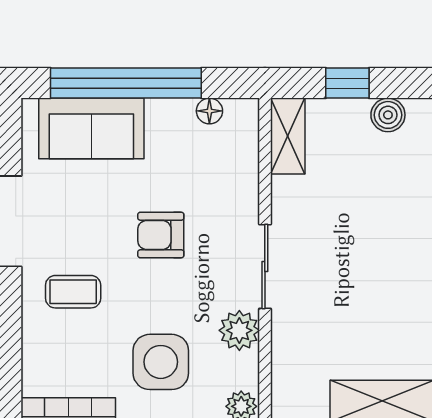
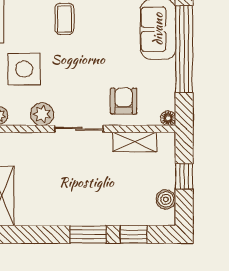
floor lamp: (209, 111) -> (168, 118), moved
shelving: (288, 136) -> (135, 142), moved
armchair: (161, 235) -> (124, 101), moved

